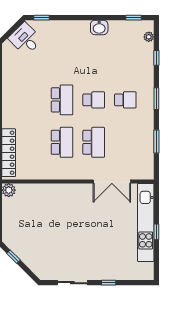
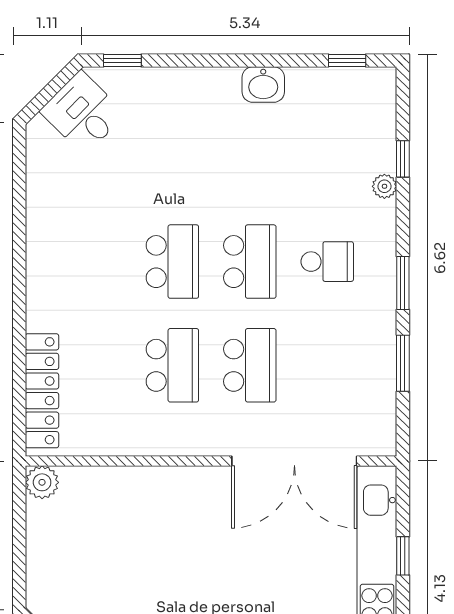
plant: (149, 37) -> (384, 186), moved
window: (156, 99) -> (403, 283), moved
school desk: (94, 100) -> (250, 262), width x1.85
double door: (112, 181) -> (294, 461), width x1.36
window: (156, 232) -> (403, 556), moved

